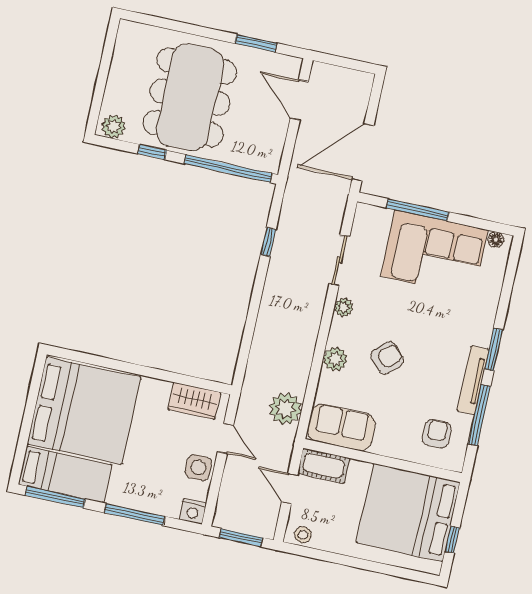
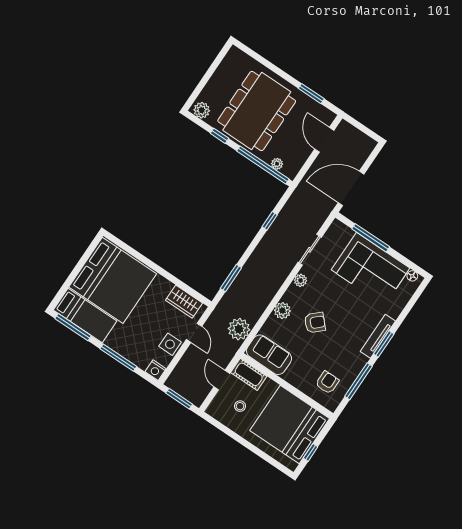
plant: (247, 159) -> (277, 164), added
window: (246, 343) -> (231, 278), added
tv unit: (473, 380) -> (378, 336), moved
stool: (303, 535) -> (240, 406), moved

